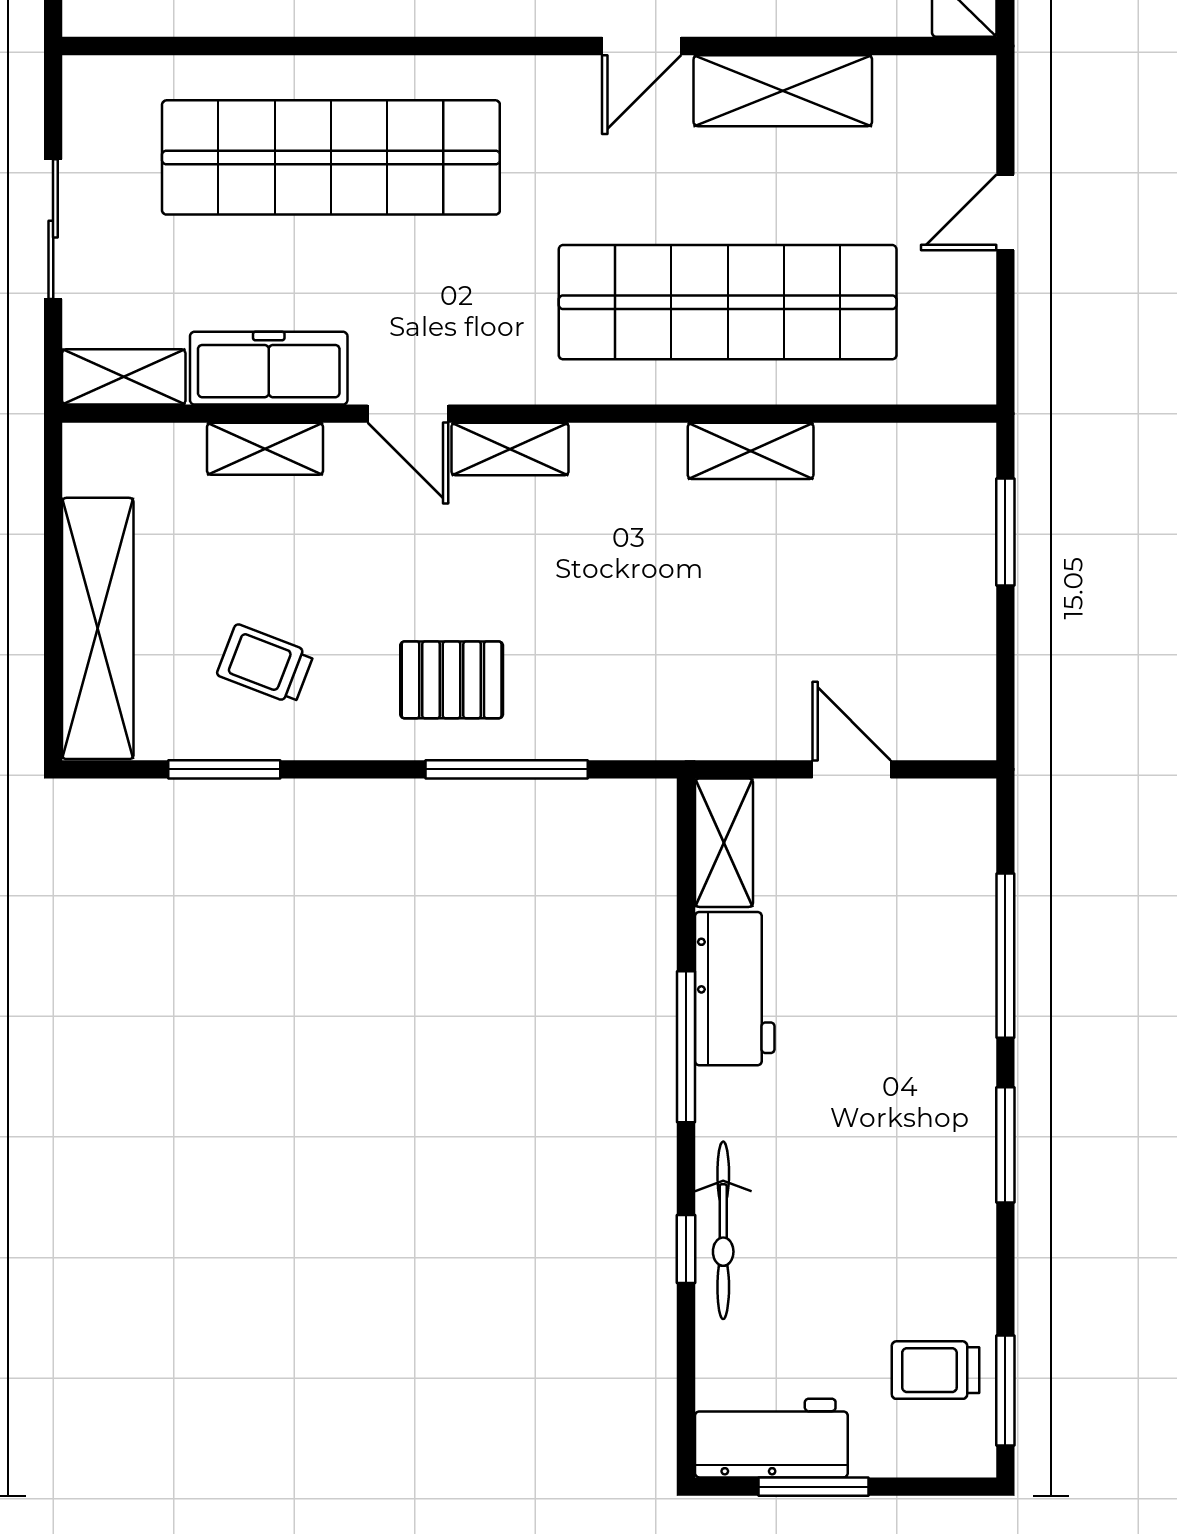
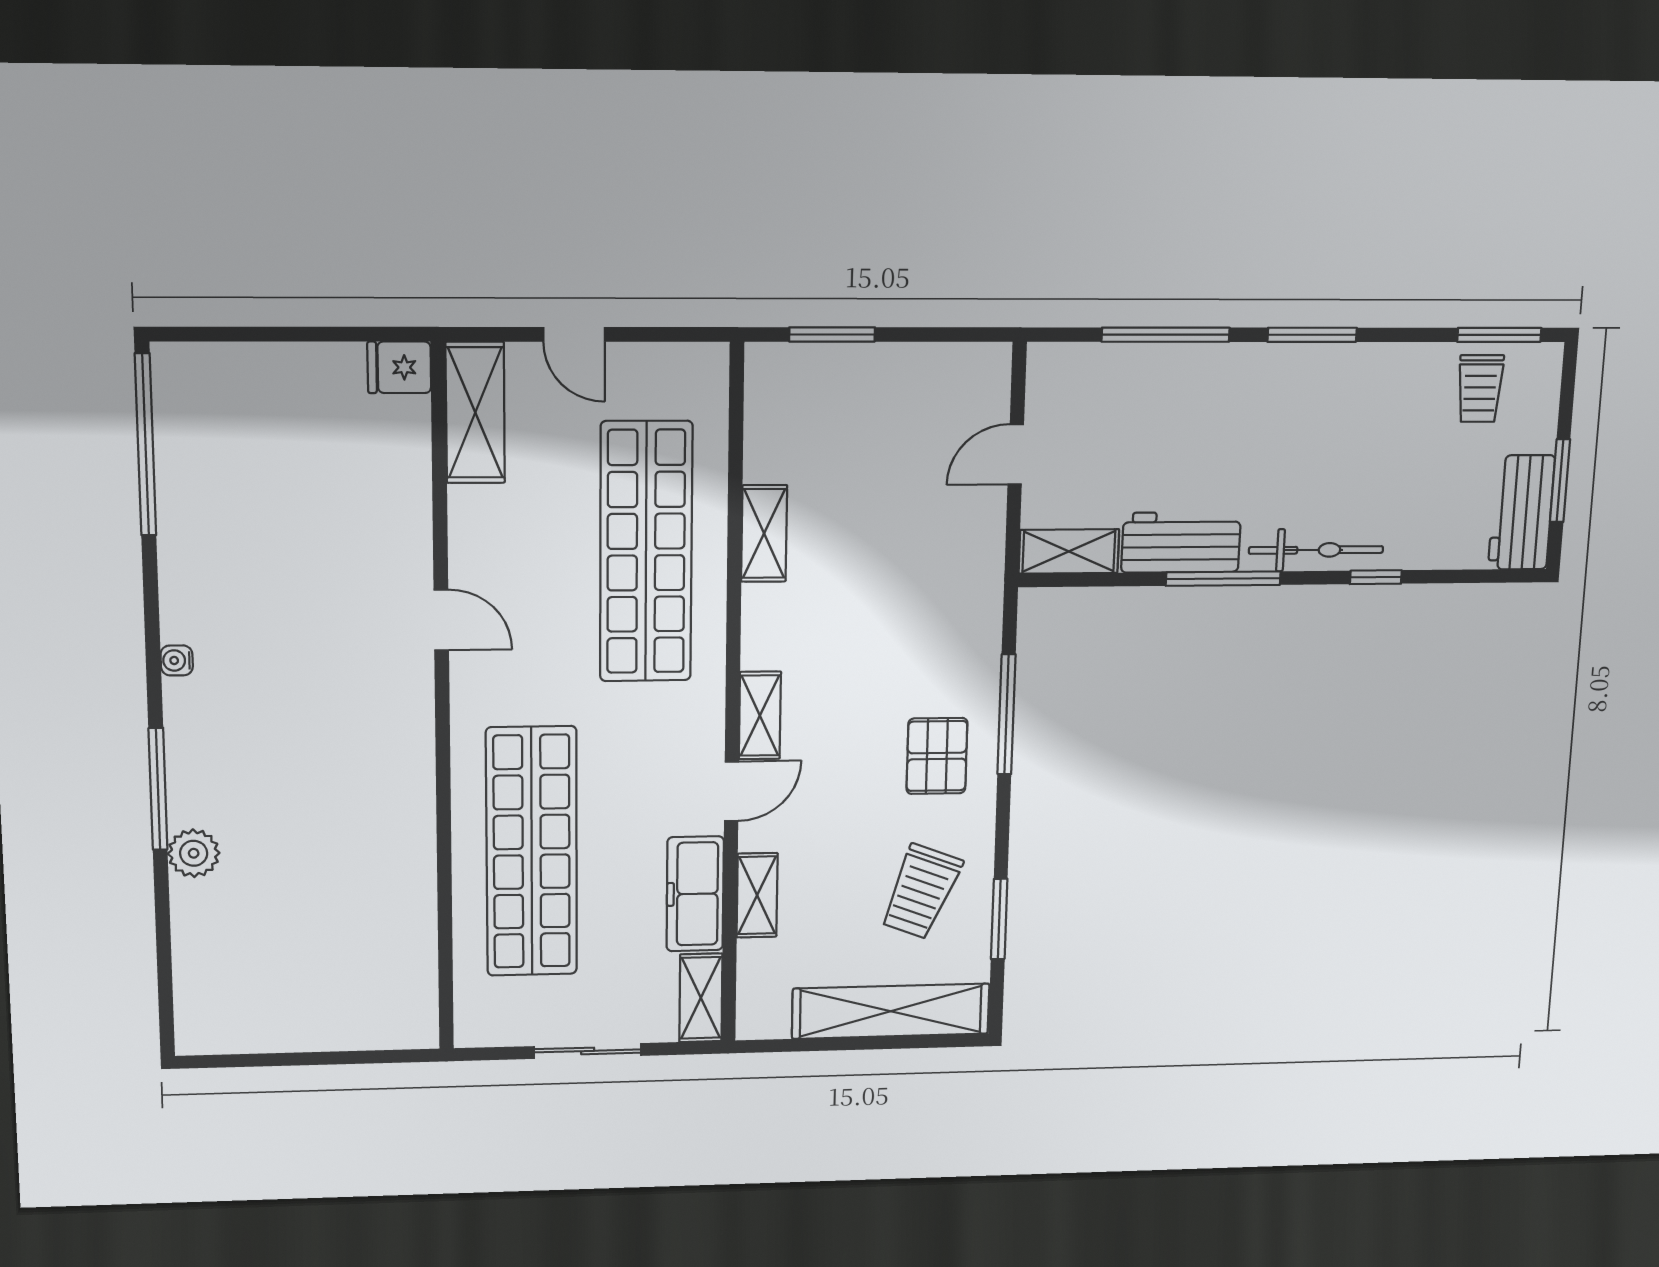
shelving: (783, 91) -> (475, 413), moved
trolley: (265, 664) -> (921, 892), width x1.36, depth x1.39
bicycle: (723, 1230) -> (1316, 550), moved

